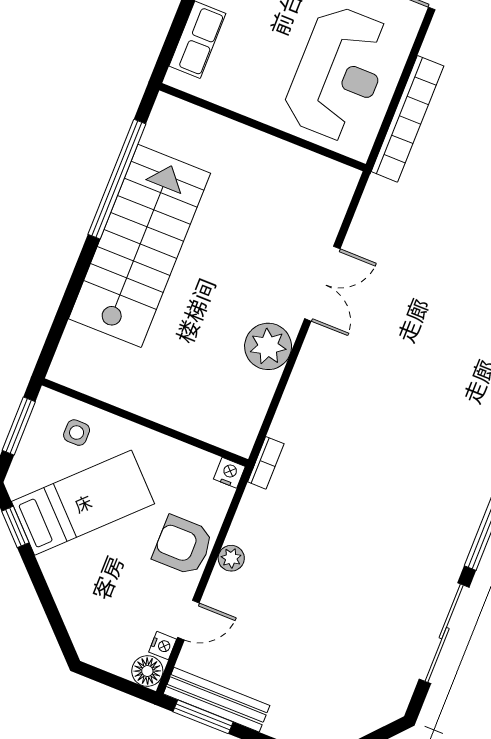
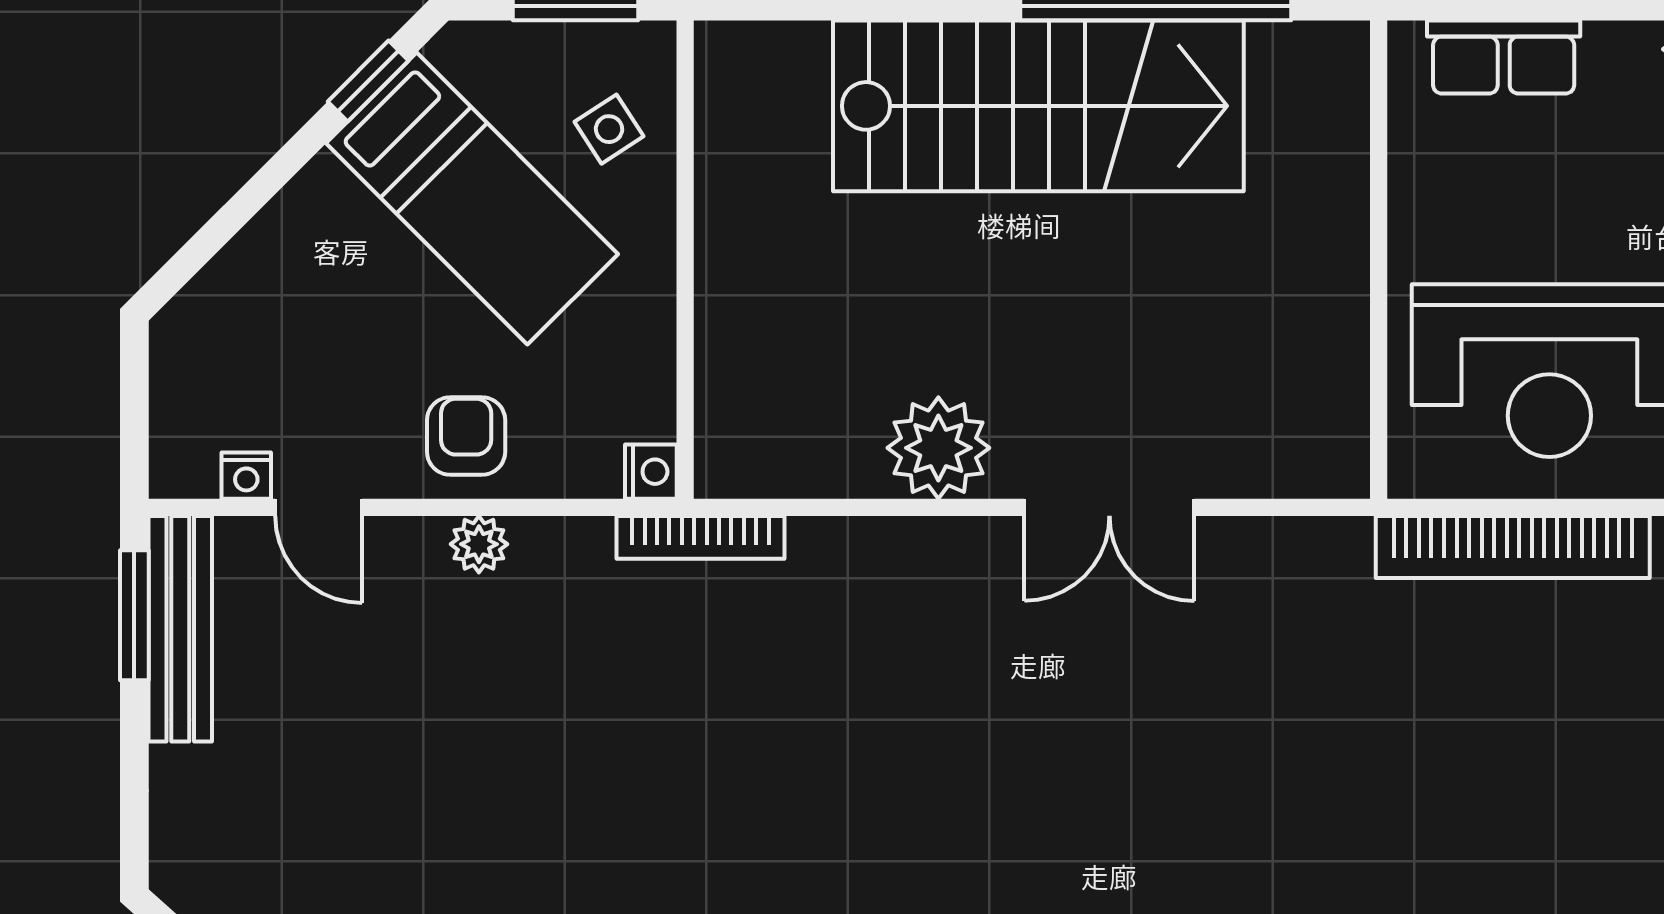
side table: (77, 433) -> (609, 129), turned -33
bookcase: (266, 463) -> (700, 537), width x1.56
armchair: (183, 545) -> (466, 436), width x0.72, depth x0.72
floor lamp: (147, 671) -> (182, 465), removed

